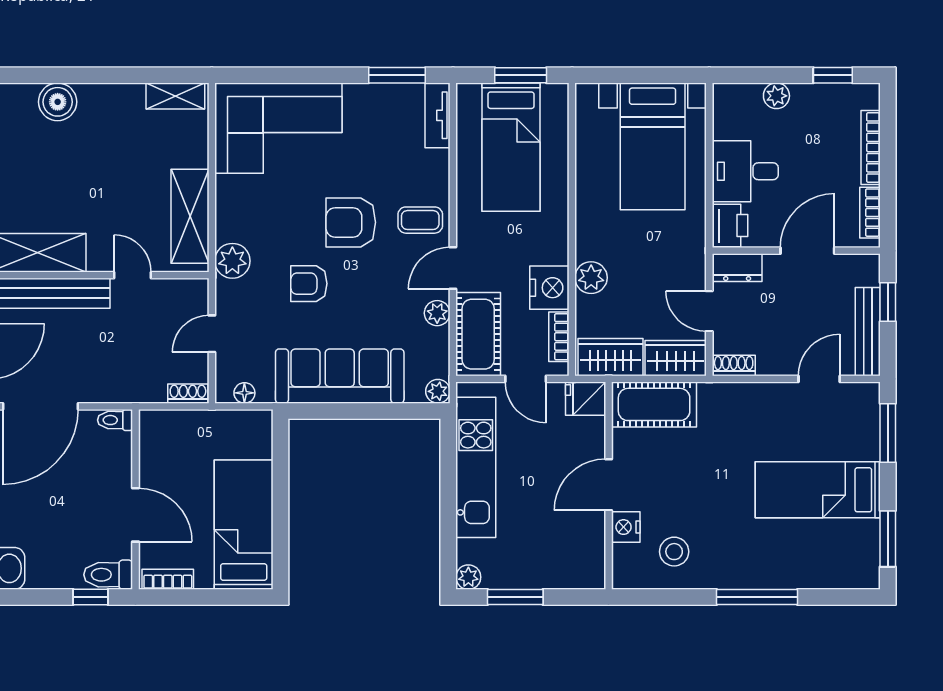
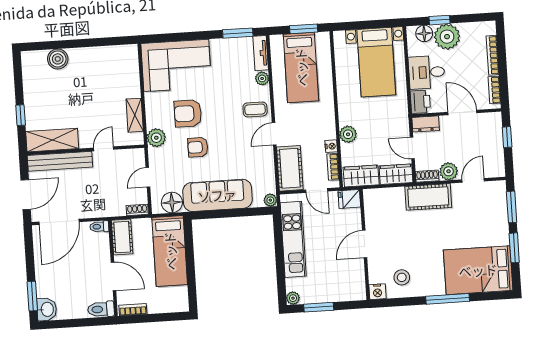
window: (833, 75) -> (439, 20), moved
shelving: (175, 96) -> (120, 52), removed
plant: (776, 96) -> (447, 37), width x1.88, depth x1.88
floor lamp: (746, 98) -> (424, 33), added
shelving: (190, 216) -> (135, 115), width x0.67, depth x0.75
armchair: (351, 222) -> (188, 113), moved
door: (807, 251) -> (462, 112), hinge flipped
door: (132, 275) -> (104, 149), hinge flipped
nightstand: (549, 288) -> (331, 146), width x0.53, depth x0.56
plant: (437, 313) -> (262, 78), moved
bench: (868, 332) -> (497, 154), removed
plant: (774, 359) -> (449, 171), added
floor lamp: (244, 393) -> (172, 202), width x1.89, depth x1.89
cot: (654, 404) -> (428, 197), moved
cot: (156, 442) -> (122, 237), added
bed: (818, 490) -> (478, 270), moved, width x1.50
bed: (244, 525) -> (170, 251), moved, turned 180
nightstand: (626, 527) -> (377, 292), moved, turned -90
window: (888, 539) -> (514, 248), moved
window: (91, 597) -> (92, 322), removed

